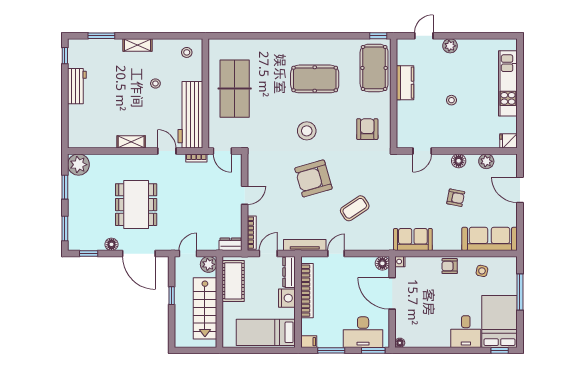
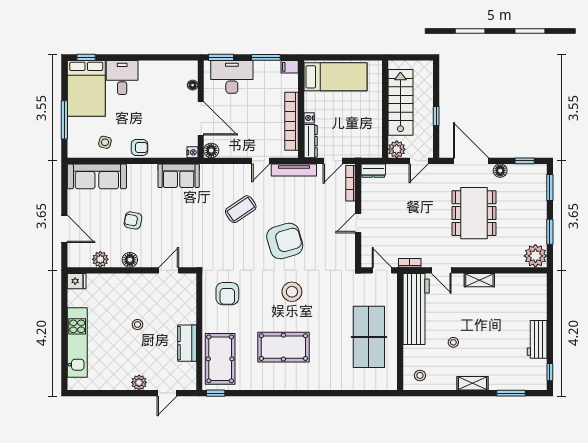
cot: (233, 281) -> (370, 132), removed
nightstand: (287, 298) -> (309, 118), width x0.53, depth x0.56
floor lamp: (400, 343) -> (193, 85), moved

